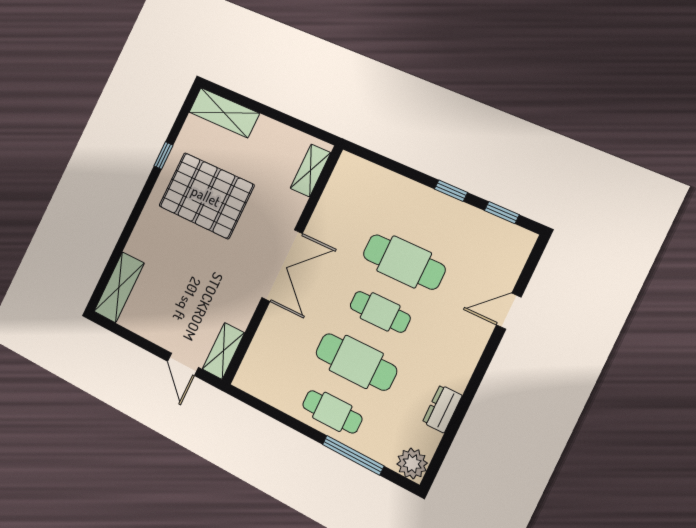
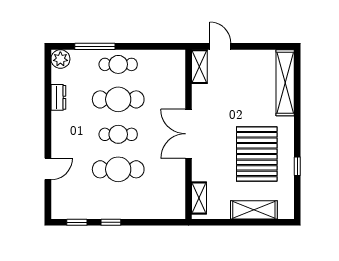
shelving: (224, 113) -> (254, 210), moved
pallet: (206, 196) -> (257, 154), turned 90
shelving: (119, 287) -> (285, 83), width x1.47

